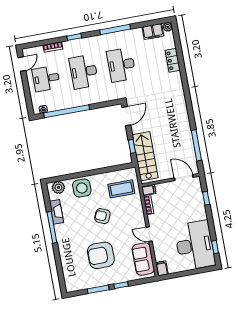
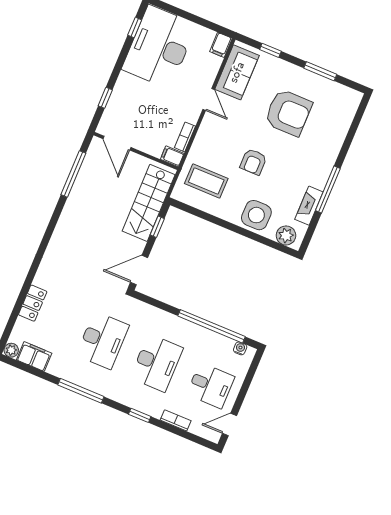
armchair: (102, 216) -> (253, 162), turned 67
window: (121, 285) -> (270, 50), moved

